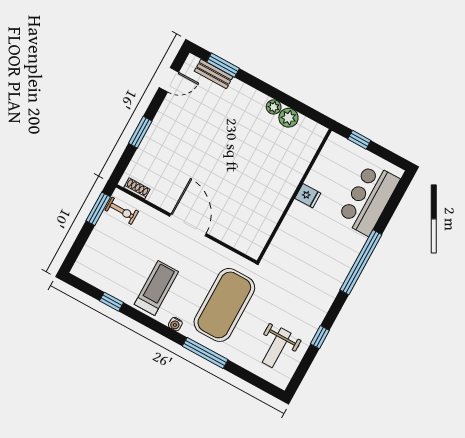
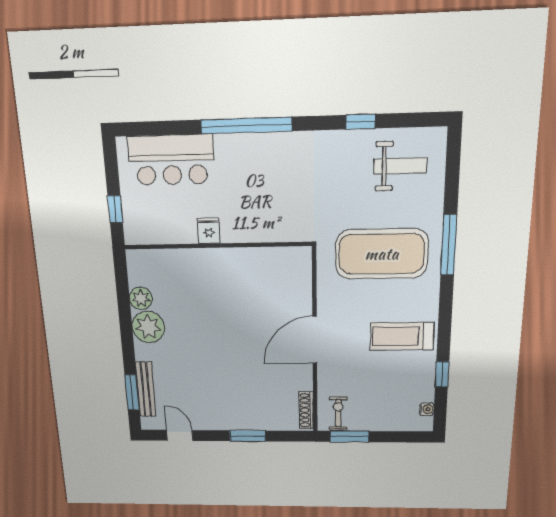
bench: (214, 74) -> (146, 389), width x1.36
plant: (274, 107) -> (148, 327), width x1.88, depth x1.88
shoe rack: (137, 188) -> (306, 410), width x1.43
water cooler: (175, 324) -> (427, 409), moved

